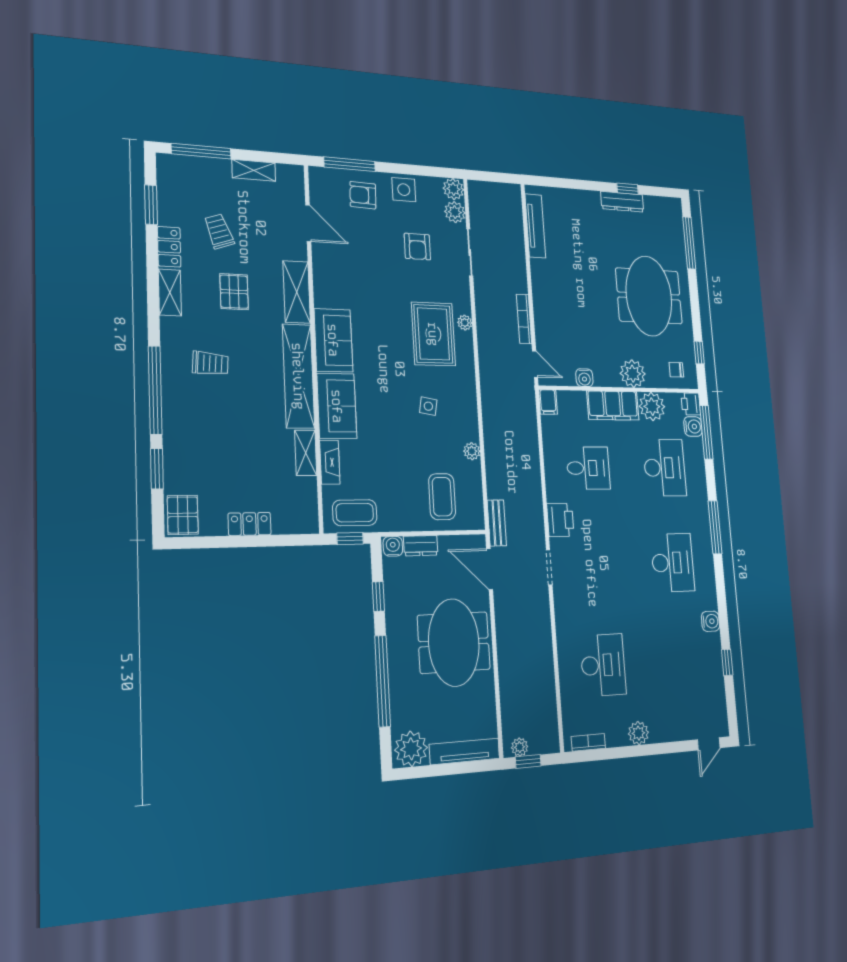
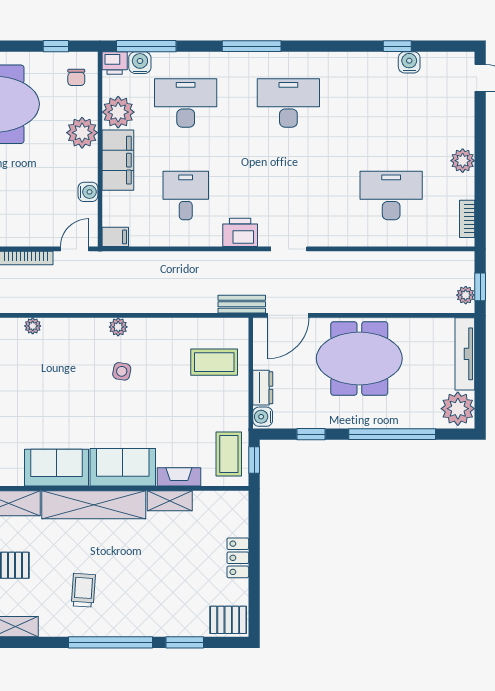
rug: (433, 334) -> (46, 361), removed
plant: (472, 451) -> (118, 327), moved
water cooler: (710, 621) -> (409, 62), moved

